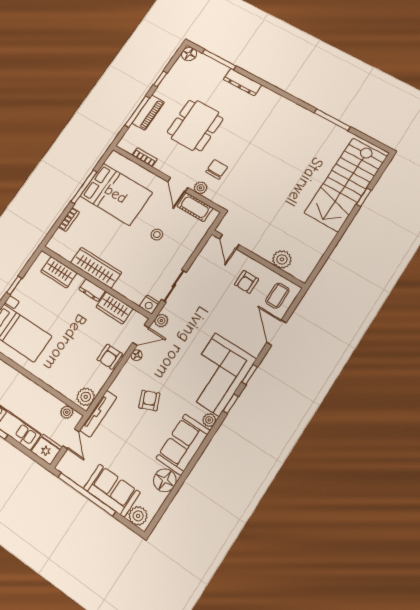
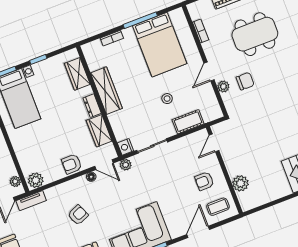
cot: (195, 207) -> (188, 122), moved, turned 90
tv unit: (98, 414) -> (31, 201), width x0.71

